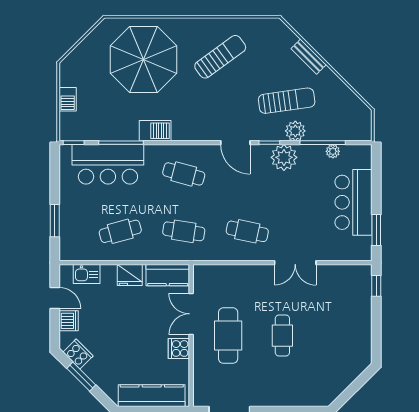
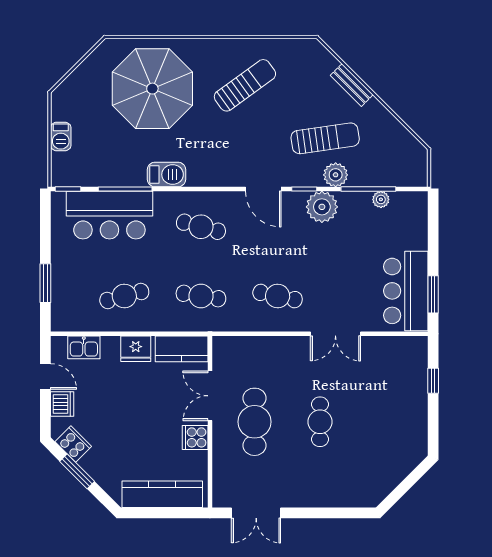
bar counter: (353, 202) -> (406, 291), moved
window: (376, 286) -> (433, 381), moved

